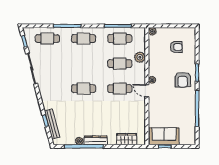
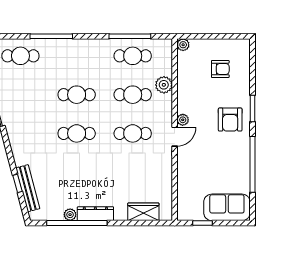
cafe table: (84, 39) -> (77, 95), moved
door: (147, 91) -> (175, 137), swing flipped
sofa: (164, 136) -> (227, 207), moved

